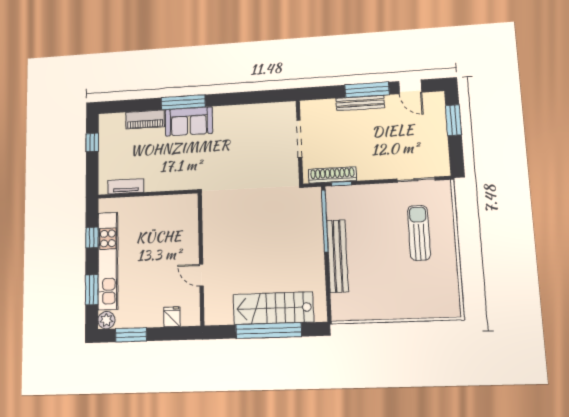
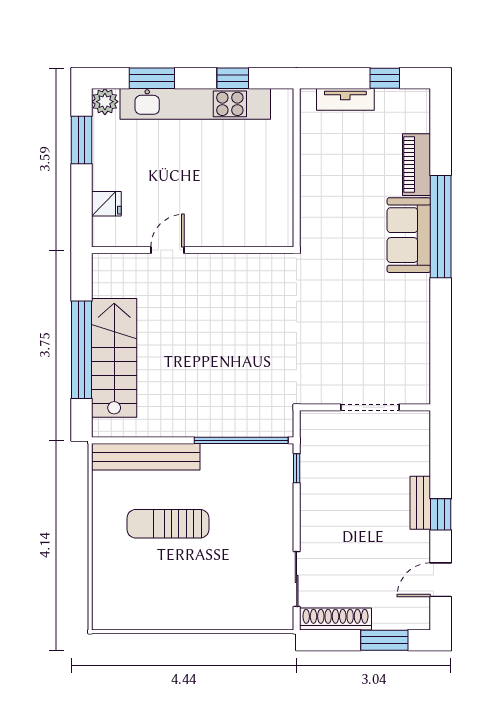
window: (367, 90) -> (441, 514), width x0.46
window: (183, 102) -> (441, 227), width x1.46
bench: (360, 103) -> (420, 503), width x0.73
shoe rack: (332, 175) -> (335, 619), moved, turned -90
tv unit: (126, 186) -> (345, 99), moved, turned 90
sun lounger: (419, 233) -> (168, 524), moved, turned 180
bench: (338, 256) -> (146, 457), moved

